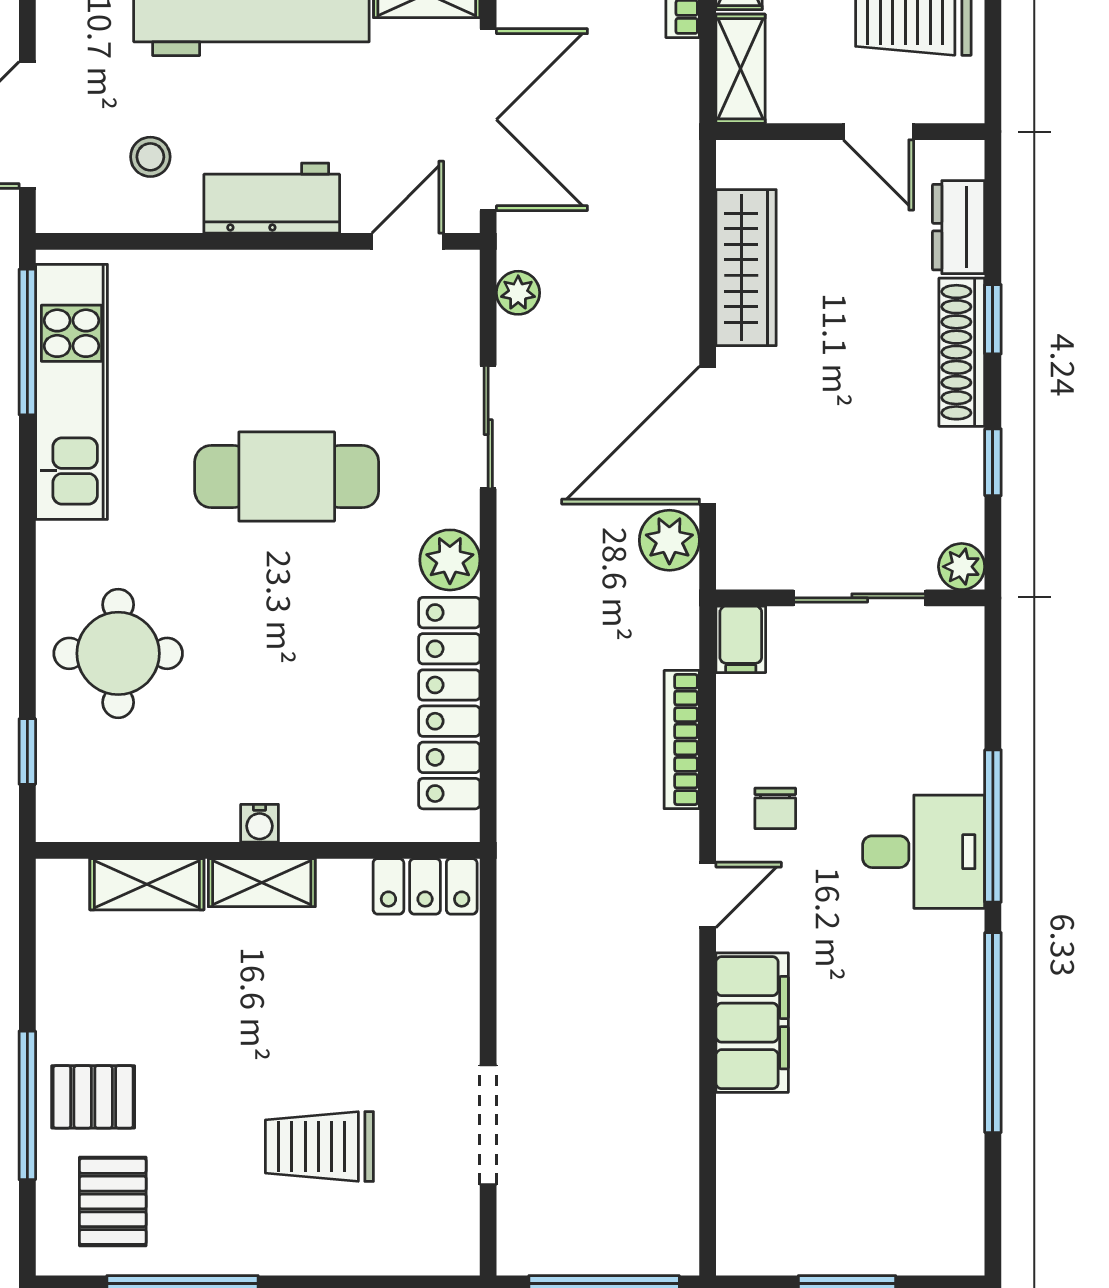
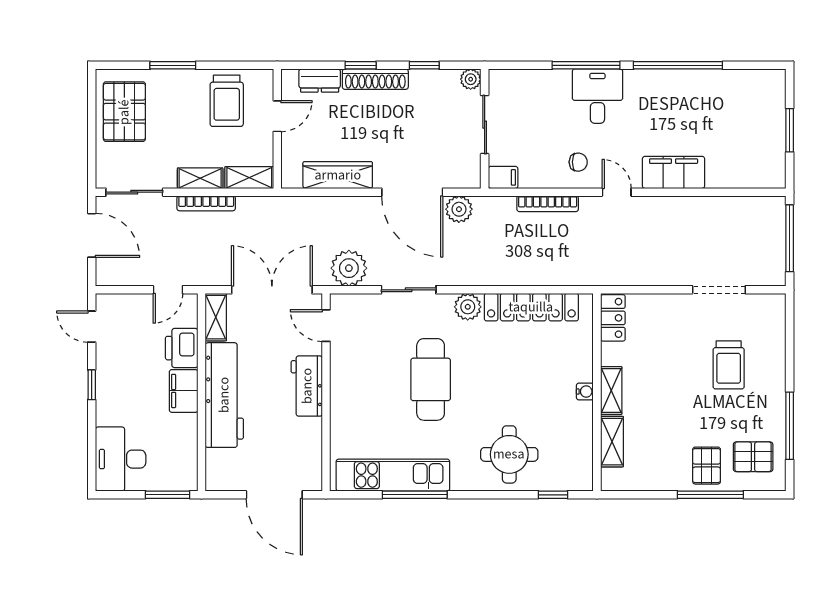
stool: (150, 157) -> (288, 440), removed
plant: (518, 293) -> (349, 268), width x1.87, depth x1.87
window: (27, 342) -> (415, 495), moved

